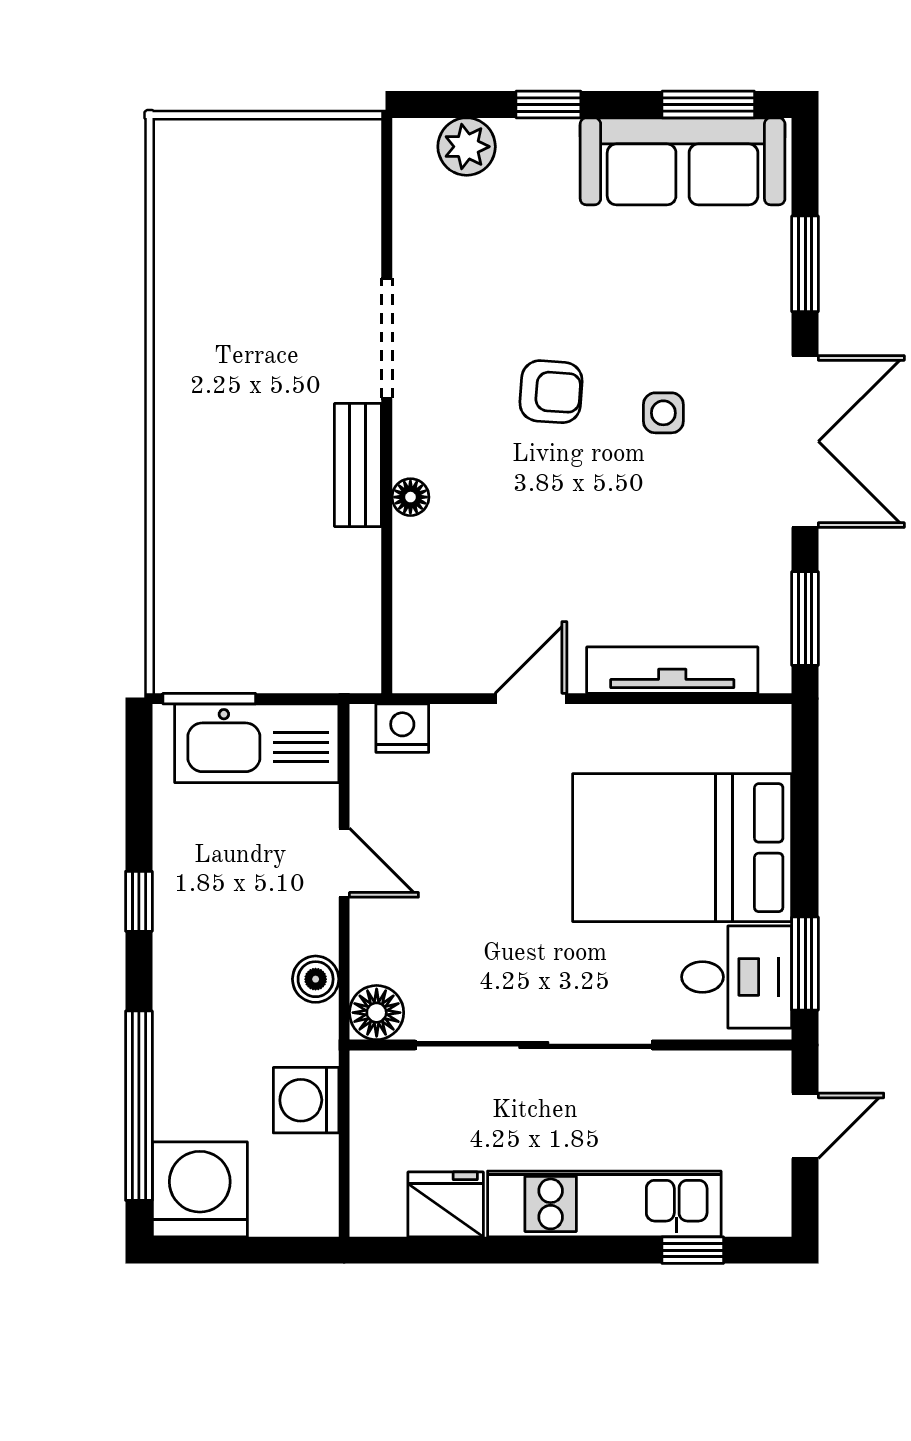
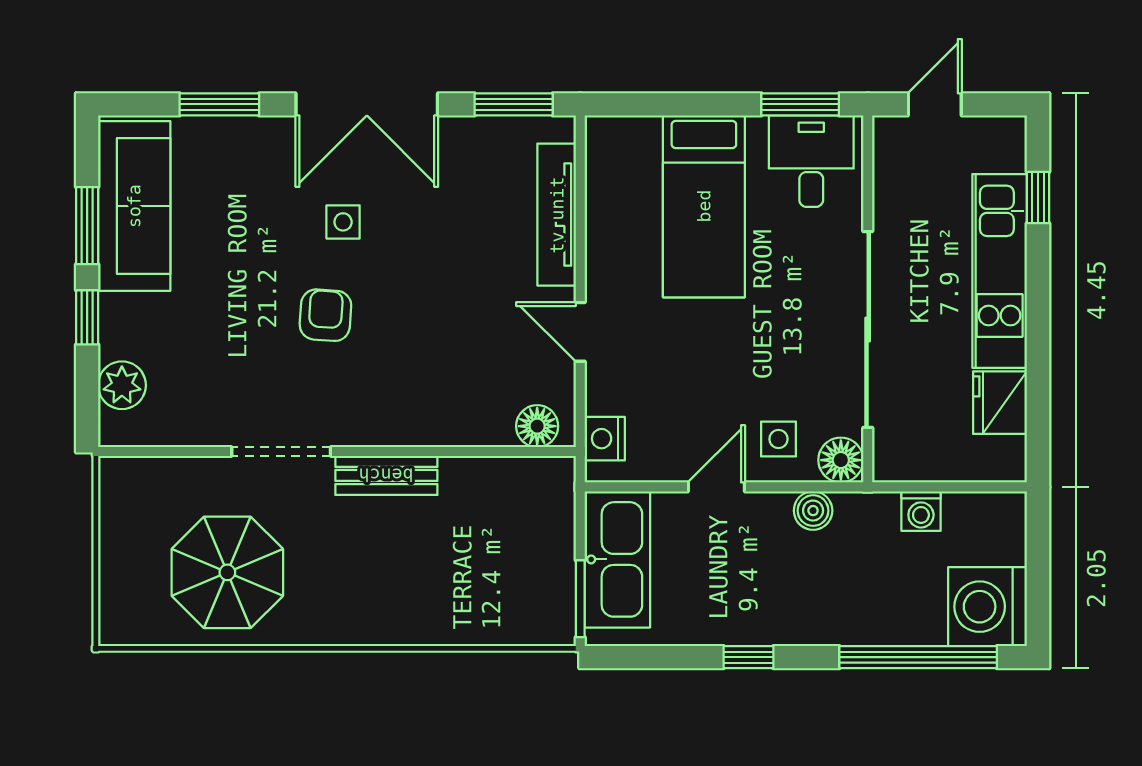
window: (708, 104) -> (87, 226), moved
parasol: (241, 273) -> (227, 572), added
double door: (805, 441) -> (367, 104), swing flipped
floor lamp: (410, 497) -> (537, 426), moved, width x1.37, depth x1.37
bed: (682, 848) -> (704, 206), width x0.67
side table: (402, 938) -> (778, 439), added
washing machine: (306, 1100) -> (921, 511), width x0.73, depth x0.73
door: (805, 1126) -> (935, 104), hinge flipped

